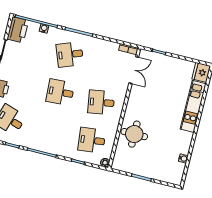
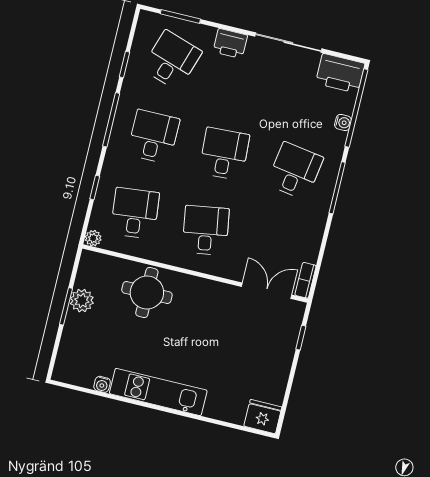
desk: (70, 54) -> (295, 171), turned 30
double door: (134, 70) -> (267, 291), swing flipped
kitchen unit: (193, 106) -> (158, 392), moved
desk: (51, 130) -> (153, 137), added
plant: (138, 169) -> (82, 301), added

